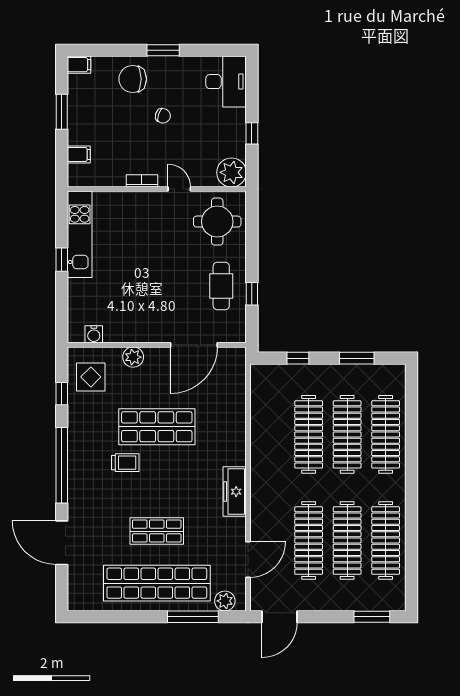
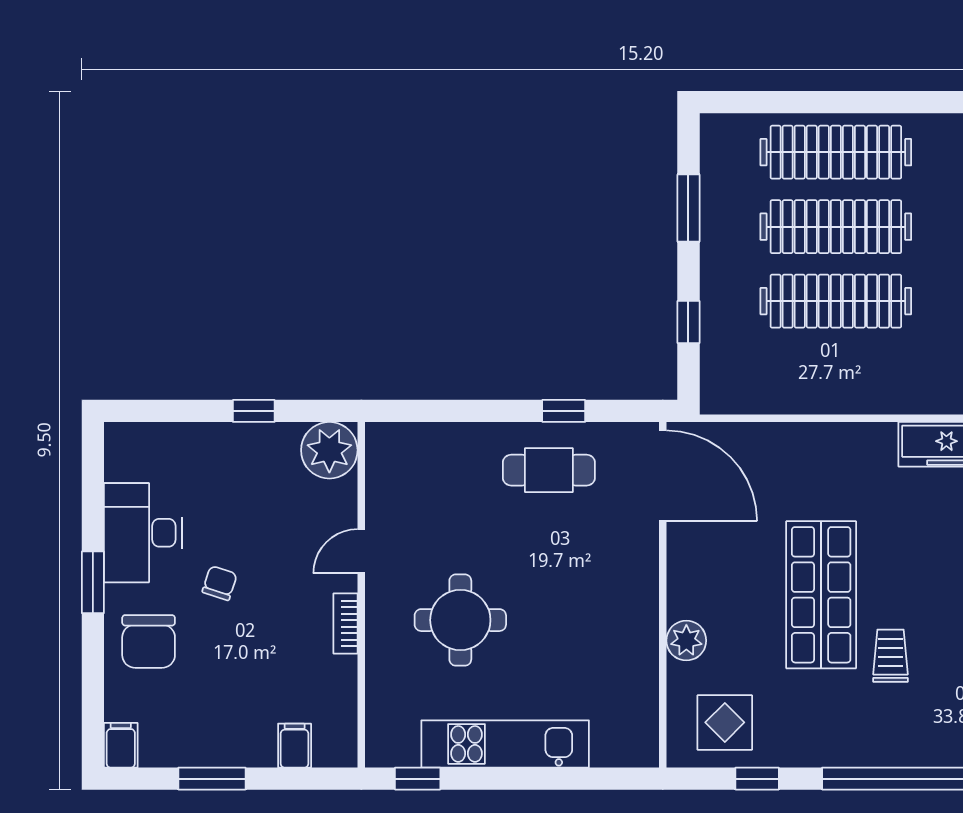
desk: (226, 82) -> (143, 533), moved, turned -90
round table: (217, 222) -> (460, 620), moved
kitchen unit: (80, 234) -> (505, 744), moved
window: (62, 260) -> (418, 779), moved
water cooler: (94, 334) -> (642, 717), removed
door: (194, 345) -> (663, 476), moved

